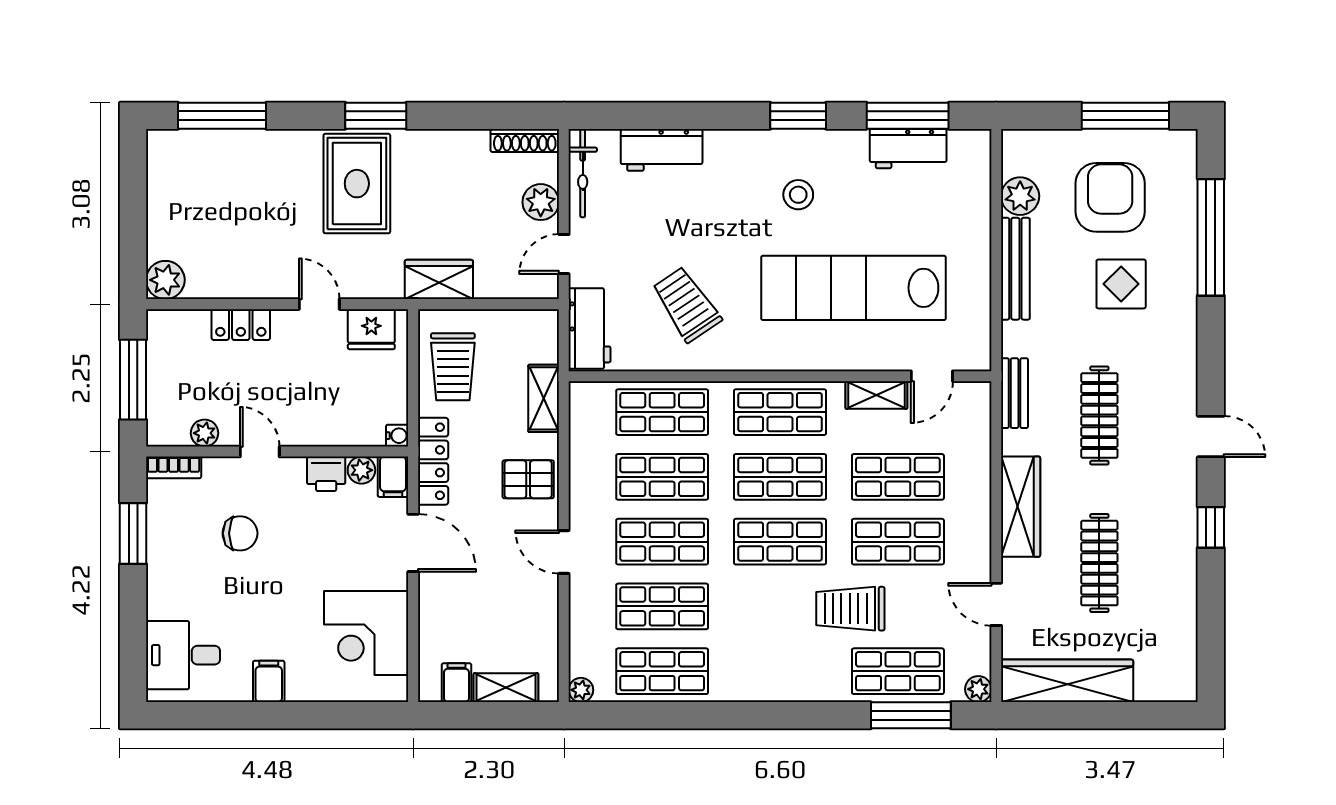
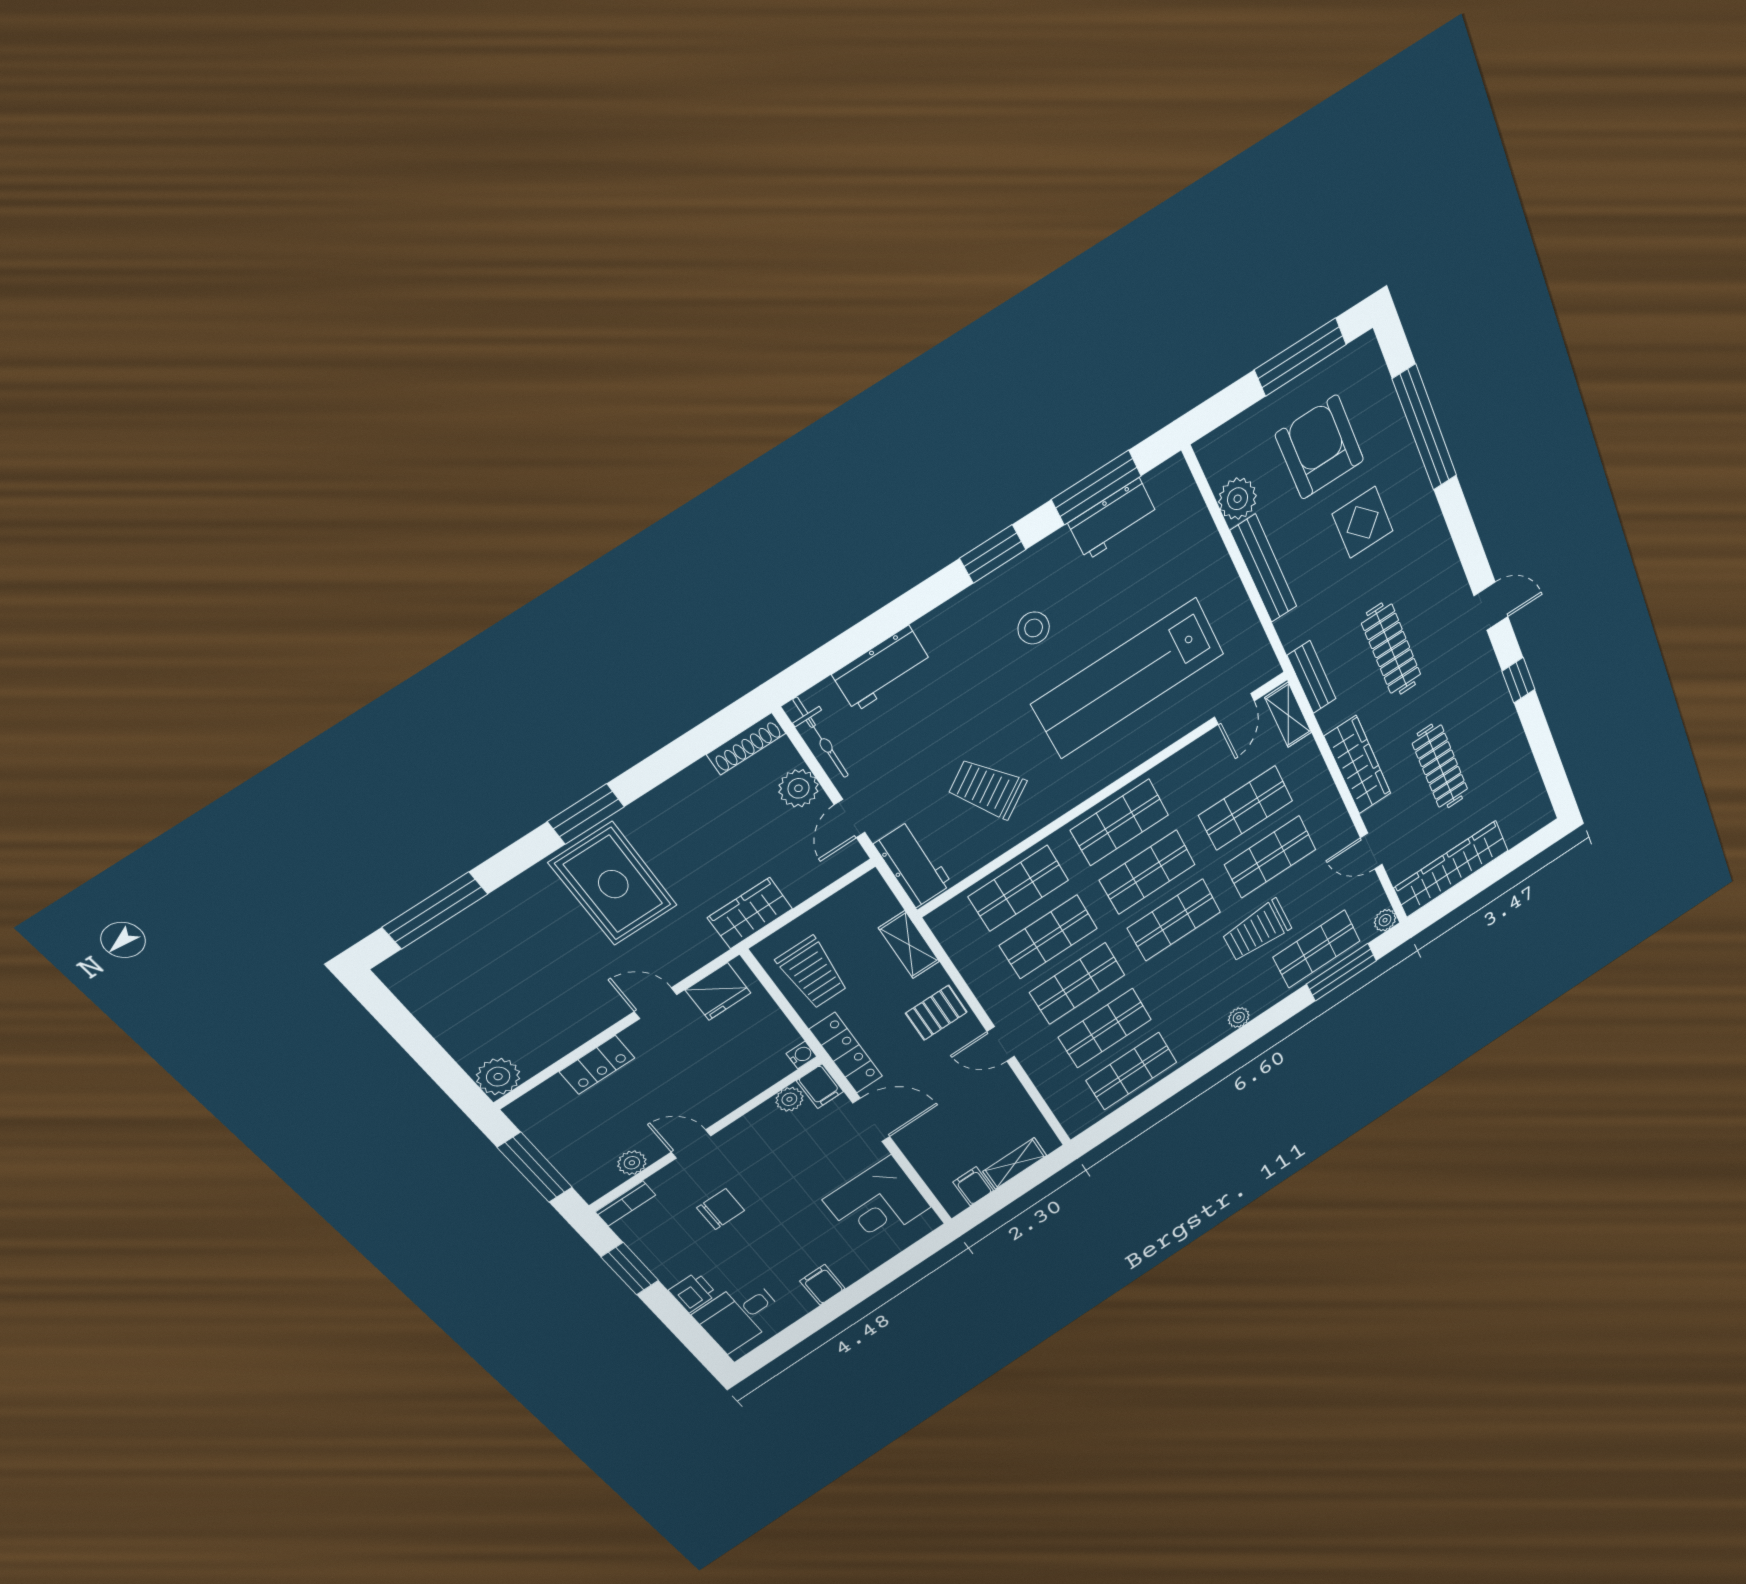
shelving: (876, 395) -> (1288, 715), moved, turned 90
printer: (326, 474) -> (693, 1292), moved, turned -90
plant: (581, 690) -> (1239, 1018), moved

